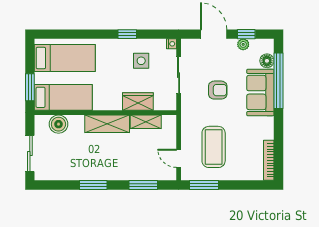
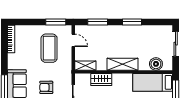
shelving: (146, 122) -> (85, 66), moved

